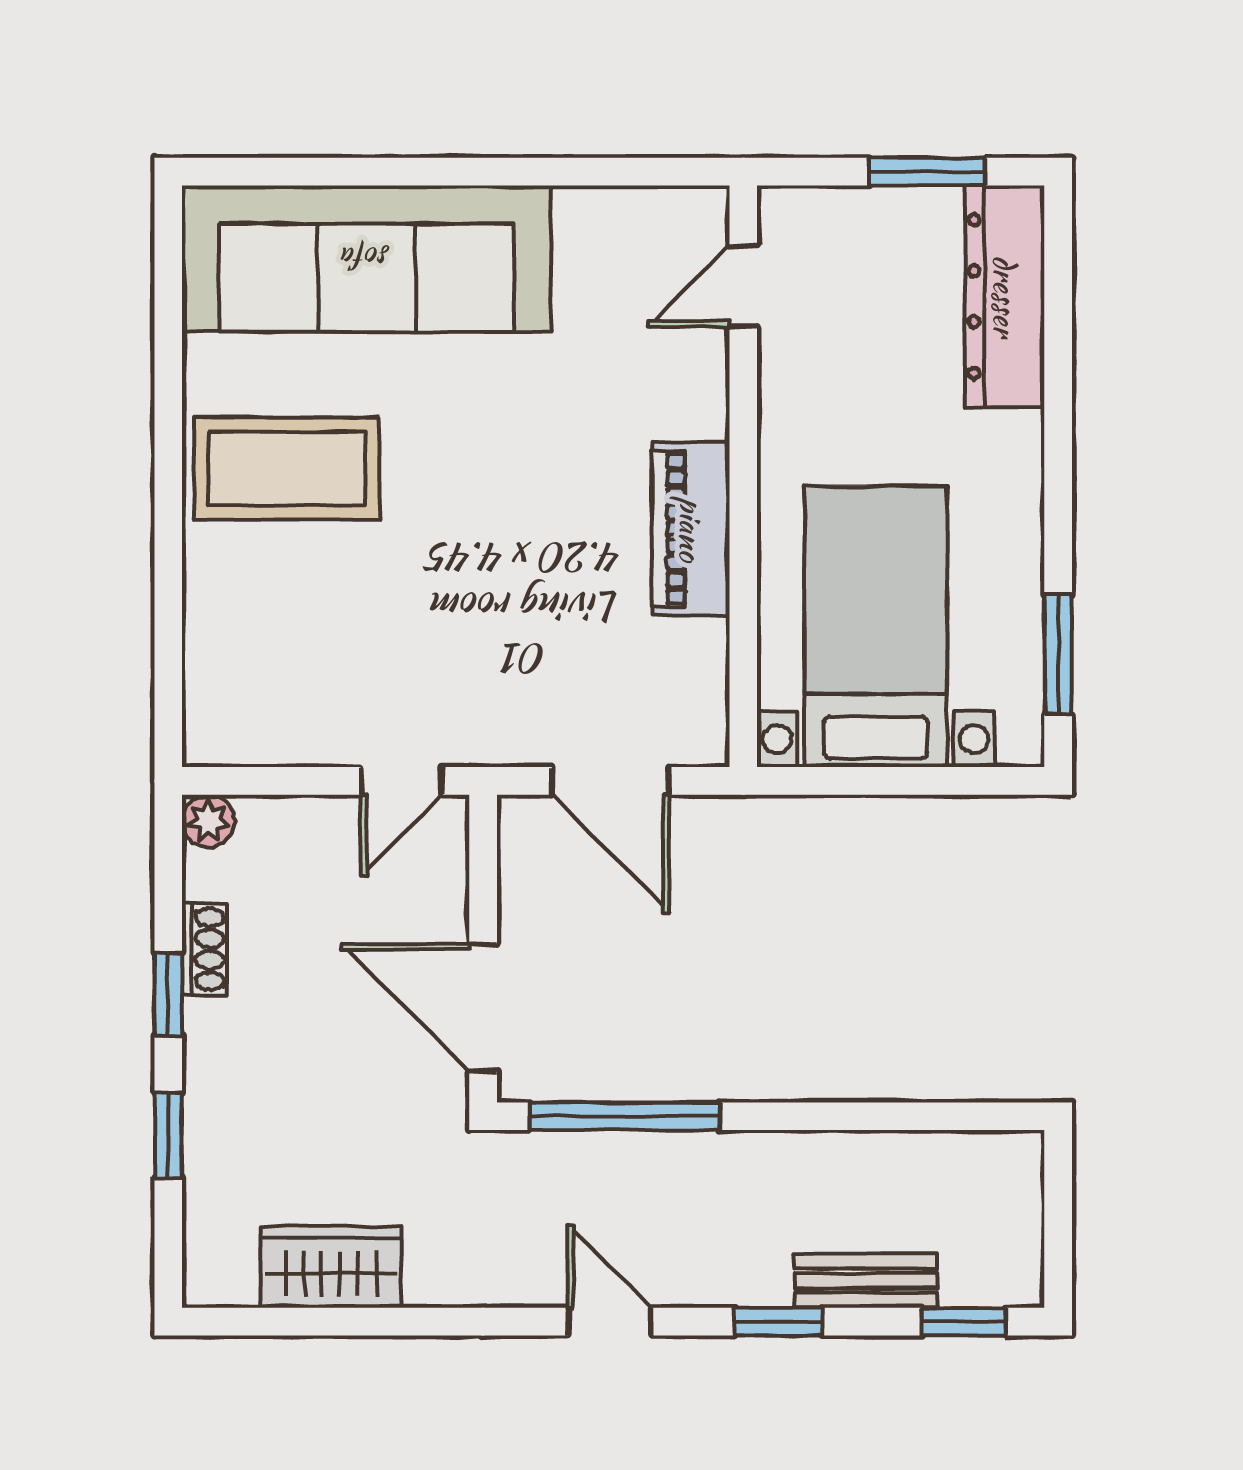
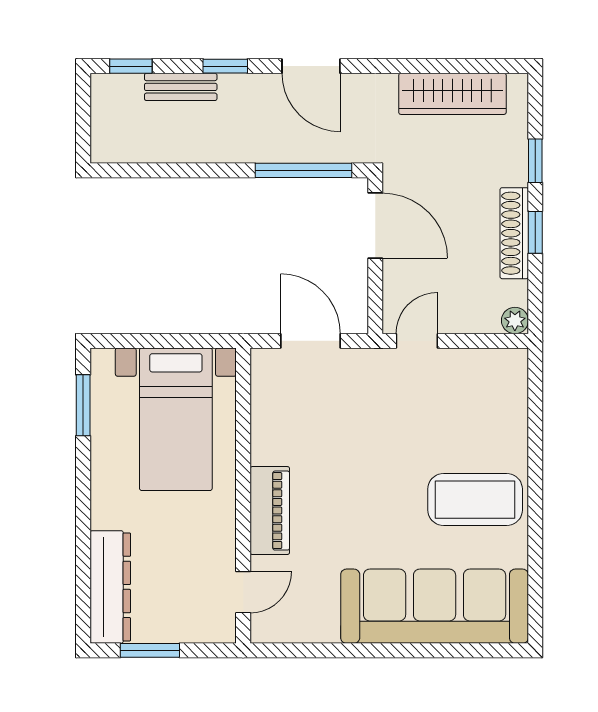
piano: (691, 529) -> (270, 511), moved
shoe rack: (204, 949) -> (514, 233), width x1.94, depth x1.24
wardrobe: (331, 1267) -> (452, 94), width x1.50
door: (610, 1322) -> (311, 66), width x1.38

